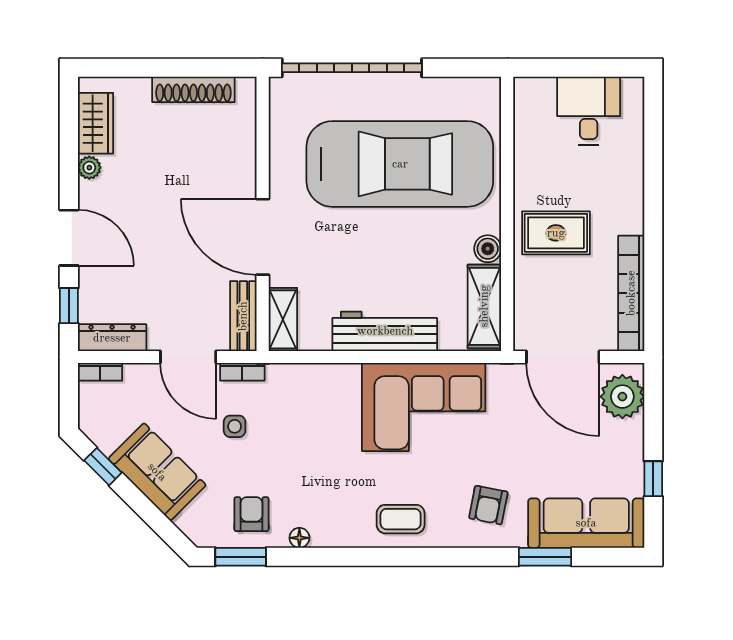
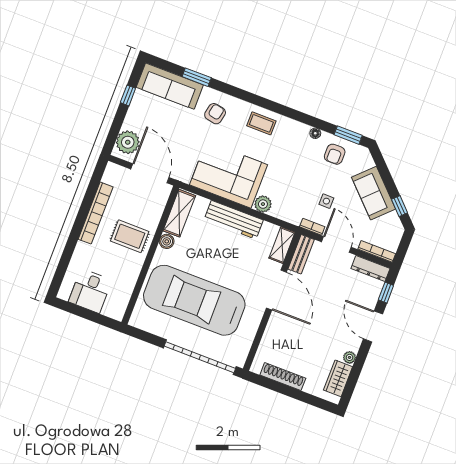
bookcase: (631, 293) -> (96, 213), moved
bookcase: (100, 372) -> (377, 251), width x1.56
plant: (344, 379) -> (263, 204), added

